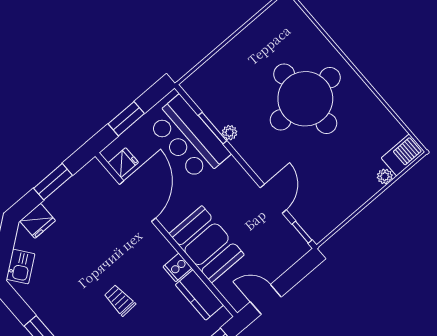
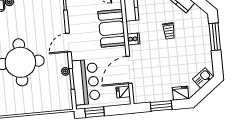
window: (126, 119) -> (95, 112), moved
door: (273, 199) -> (68, 43), moved
cooker: (177, 267) -> (133, 39), moved

